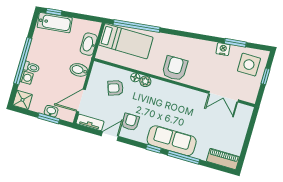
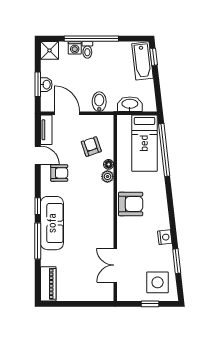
nightstand: (223, 49) -> (165, 237), moved

